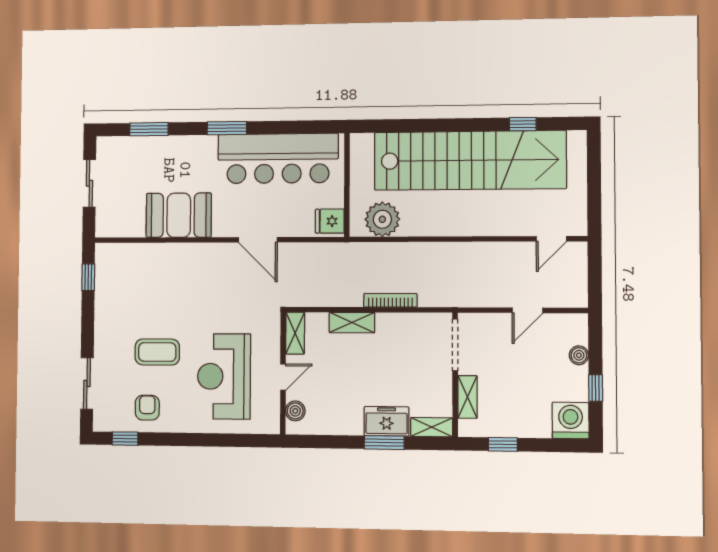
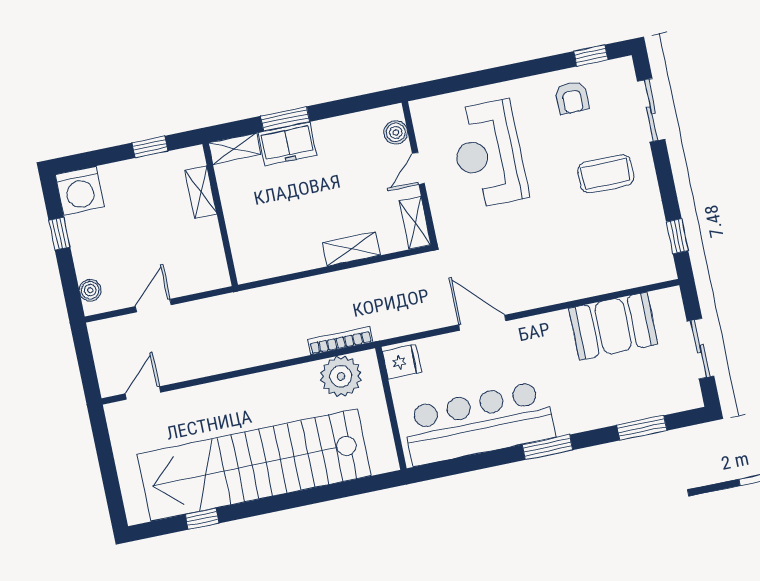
booth: (179, 215) -> (613, 326), moved
bookcase: (390, 300) -> (340, 341), moved, turned 180
doorway: (455, 345) -> (227, 249), removed
coffee table: (157, 352) -> (606, 174), moved
boiler: (579, 355) -> (90, 290), moved
reception desk: (224, 376) -> (488, 154), turned 180

